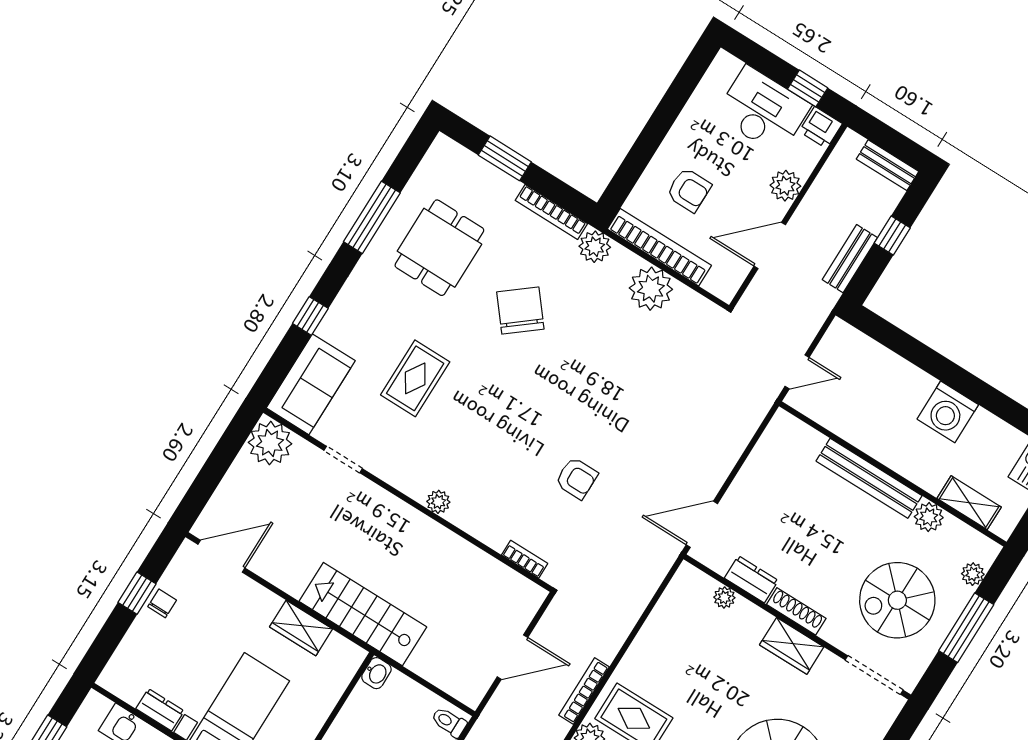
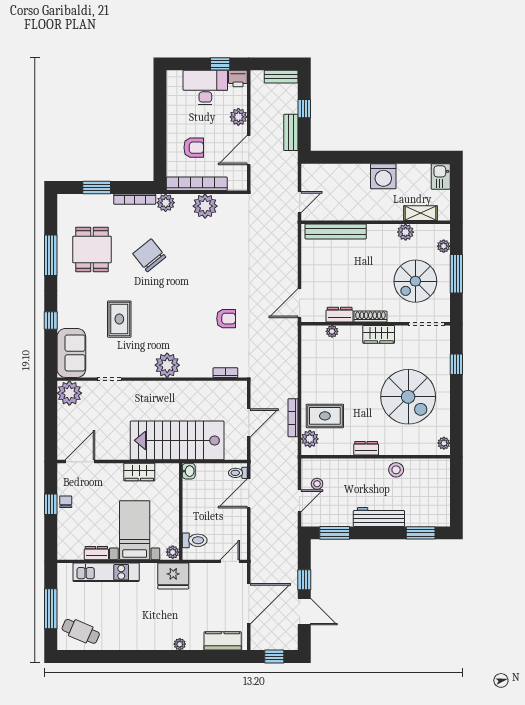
bench: (869, 478) -> (336, 231), moved
plant: (438, 502) -> (167, 365), width x1.88, depth x1.88
stairs: (363, 614) -> (177, 440), width x1.36, depth x1.51

